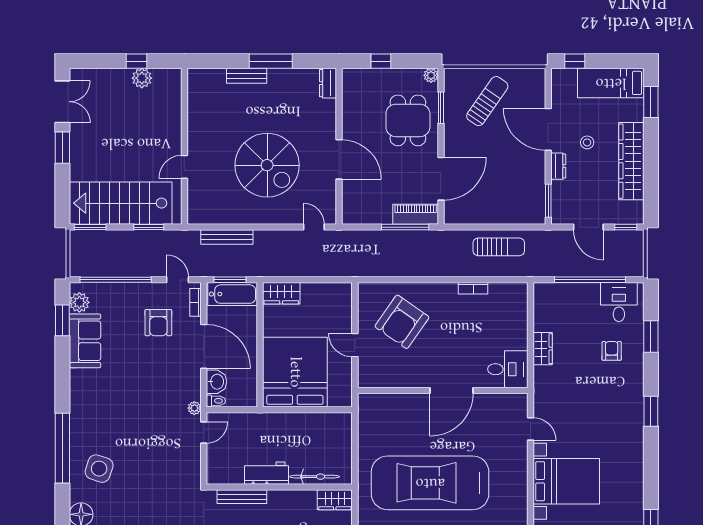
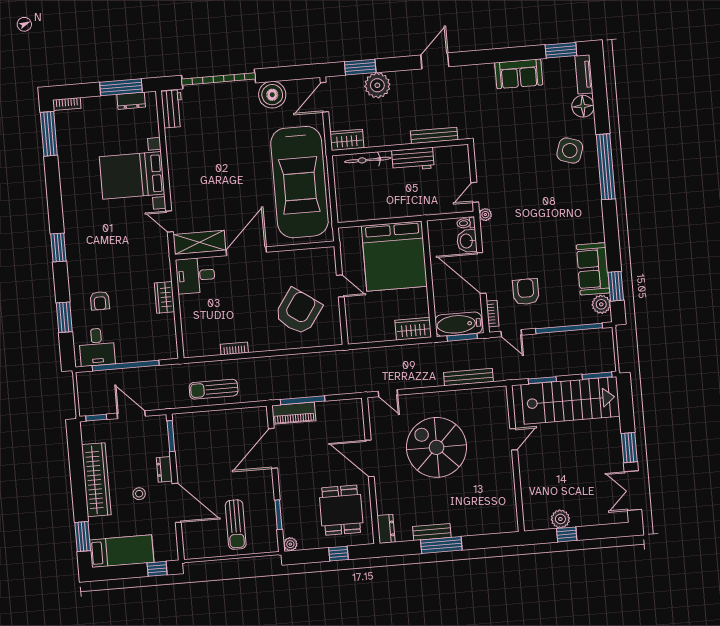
bench: (247, 76) -> (432, 532), moved
sun lounger: (487, 101) -> (236, 525), turned -35
dining table: (408, 120) -> (341, 510), moved
shelving: (501, 404) -> (199, 242), added
car: (430, 483) -> (299, 182), moved, turned 90

